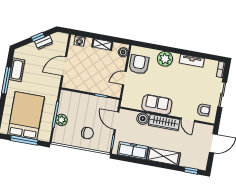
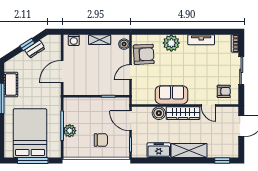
armchair: (139, 64) -> (144, 54), turned 87
freezer: (133, 150) -> (159, 150), width x0.71

